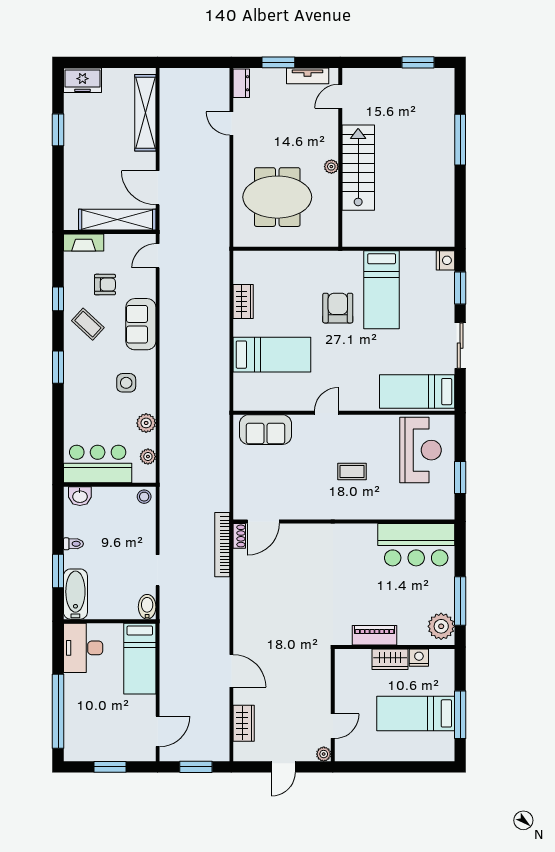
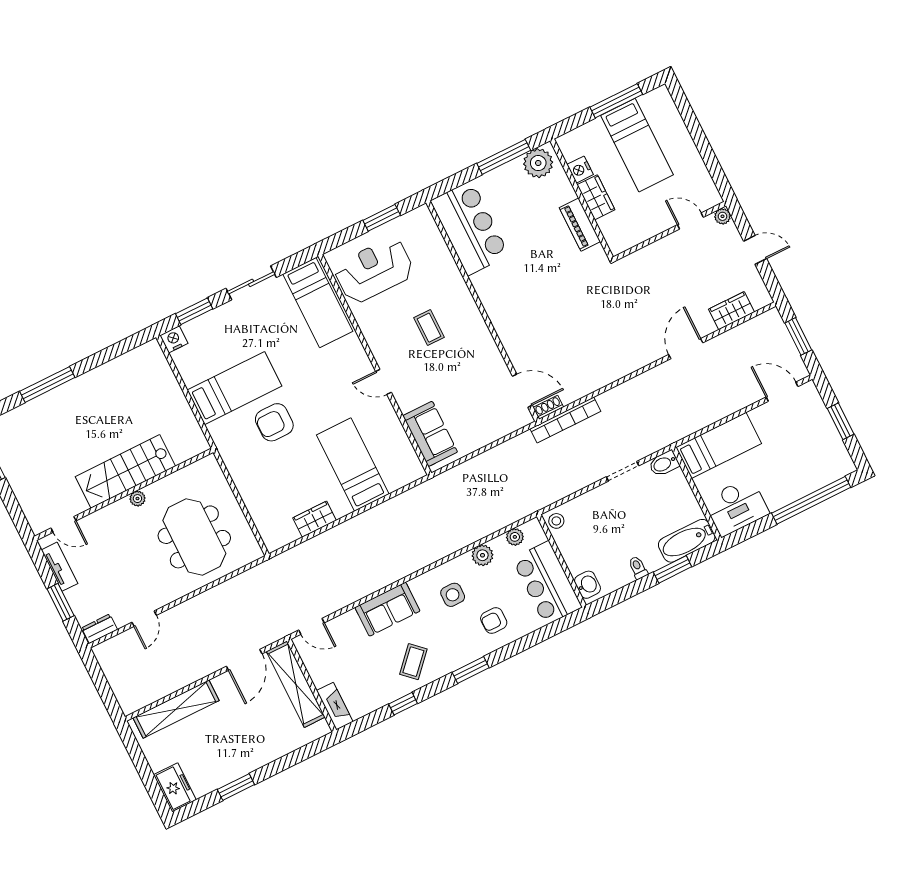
armchair: (105, 285) -> (494, 621), moved, turned -90

